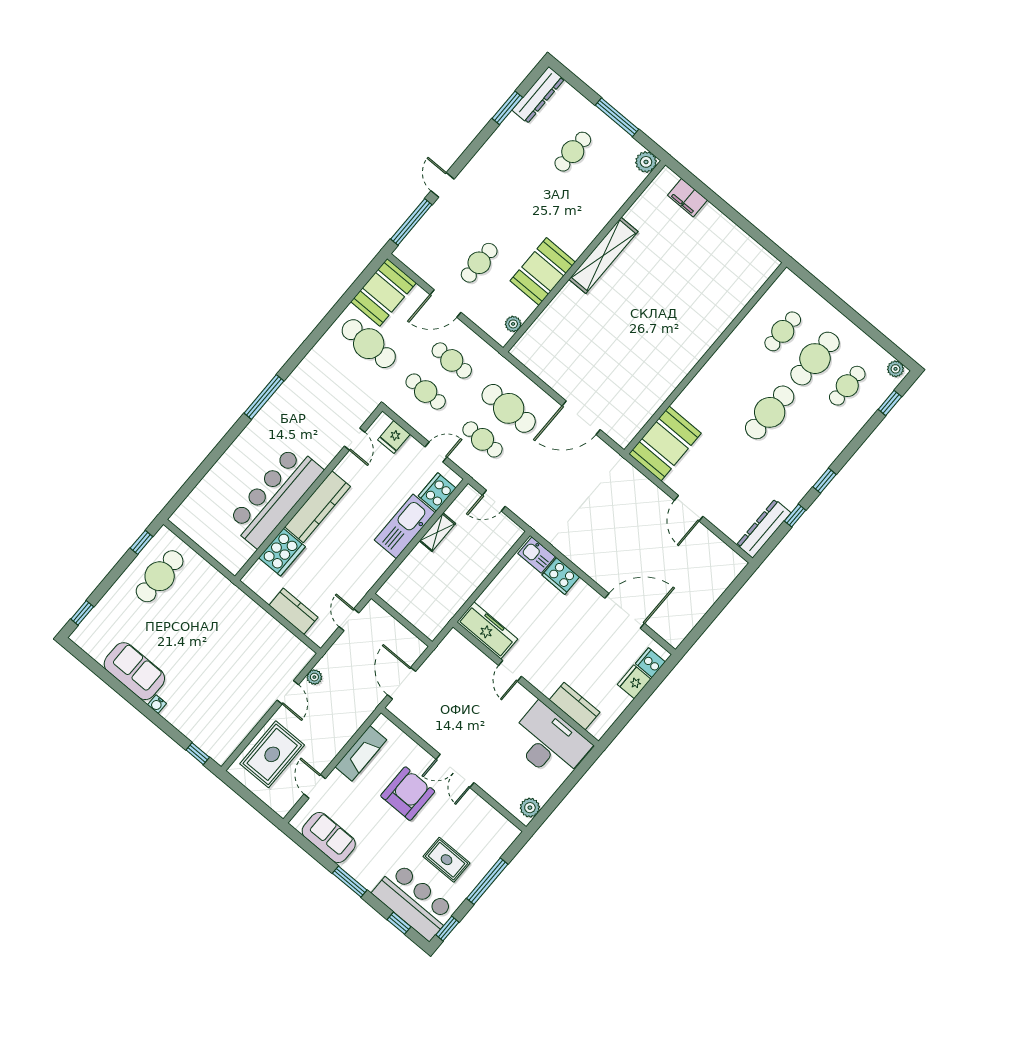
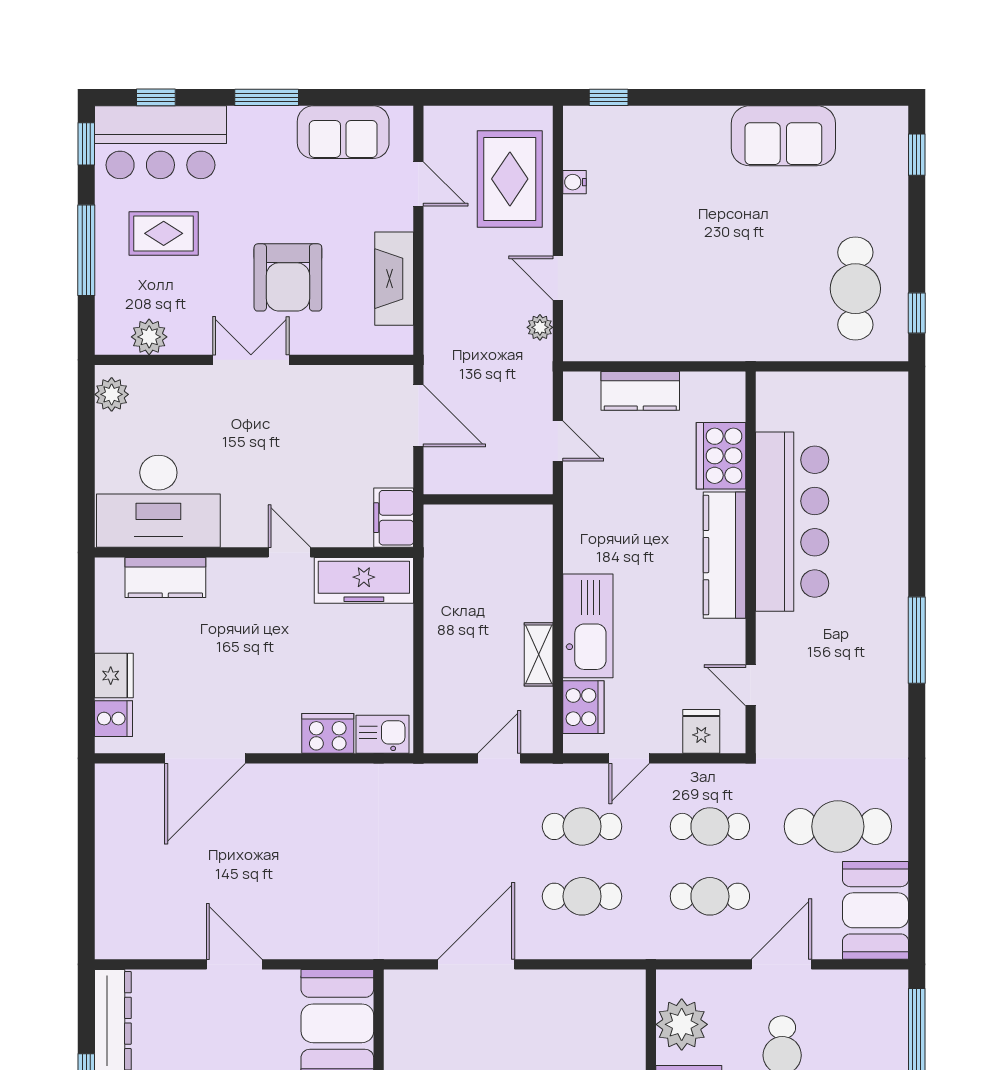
plant: (513, 324) -> (682, 1024), width x1.88, depth x1.88
cafe table: (509, 408) -> (582, 896), width x0.73, depth x0.74
filing cabinet: (451, 647) -> (394, 518), added
water cooler: (157, 704) -> (575, 182), moved, turned -90
plant: (492, 819) -> (149, 337), added

